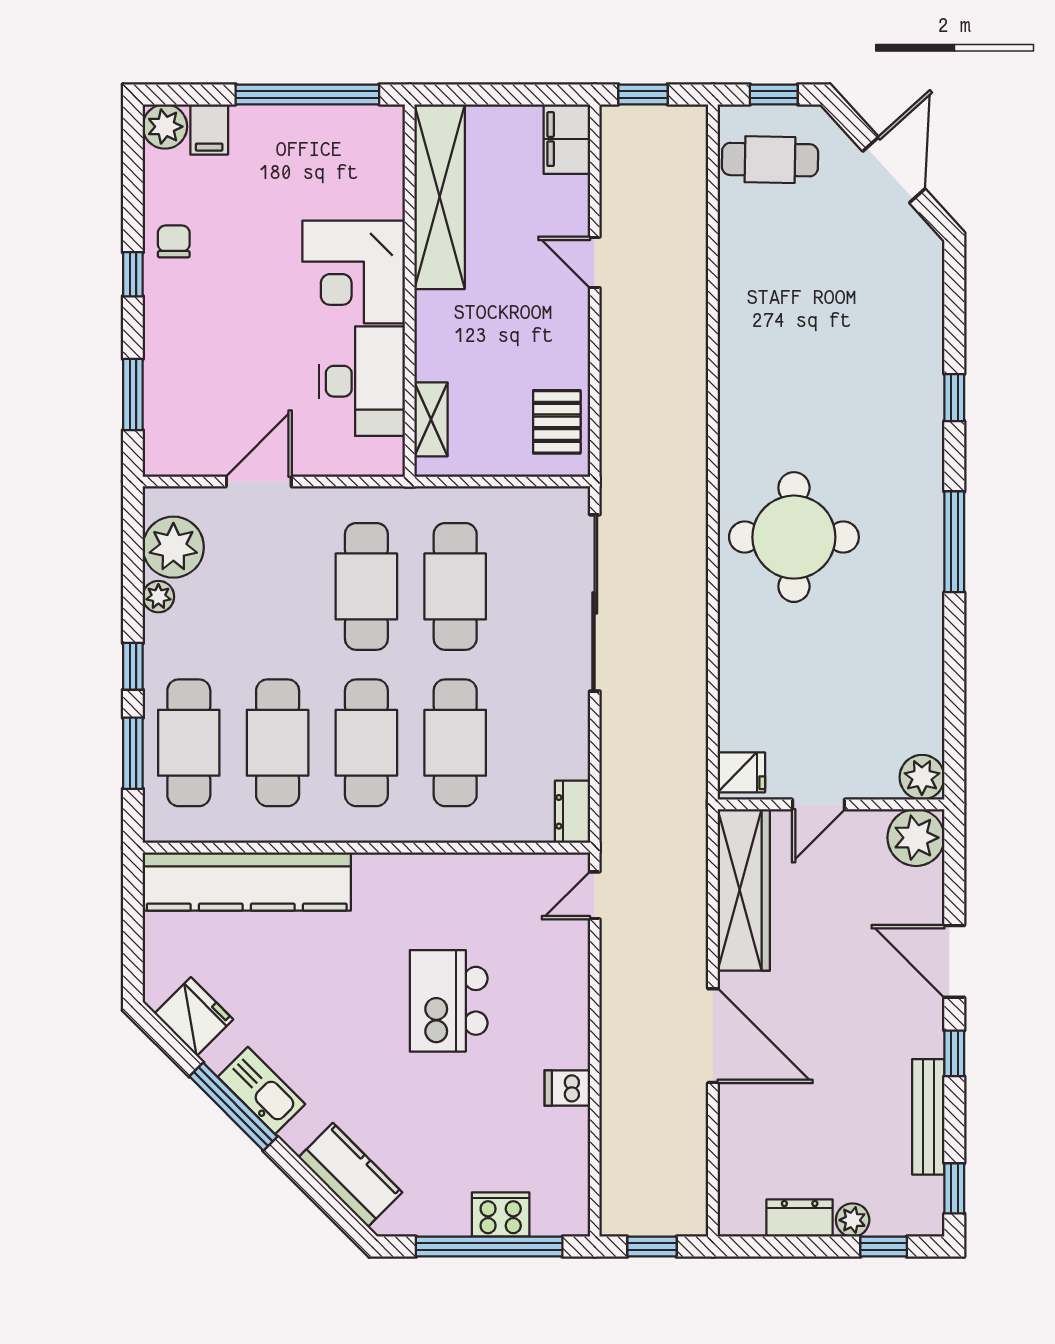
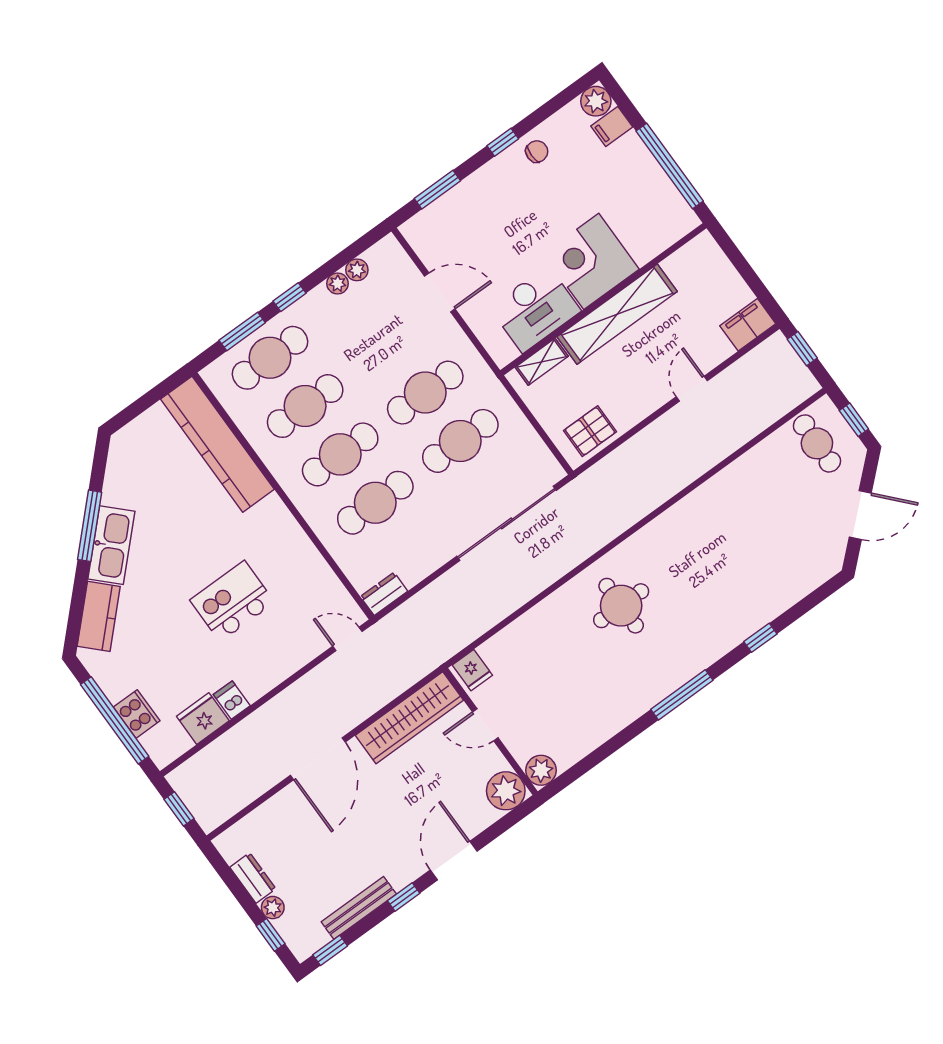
shelving: (440, 197) -> (617, 314), moved
round table: (794, 537) -> (621, 606), width x0.73, depth x0.73
plant: (173, 547) -> (357, 270), width x0.53, depth x0.53
fridge: (194, 1016) -> (203, 719), moved, turned -135
kitchen sink: (261, 1091) -> (111, 545), width x1.36, depth x1.24

